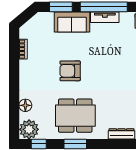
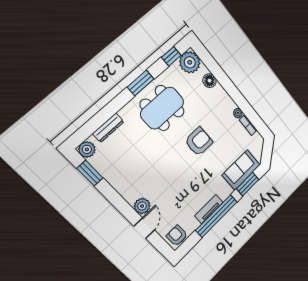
sofa: (72, 22) -> (241, 170), moved
plant: (24, 65) -> (238, 113), added

